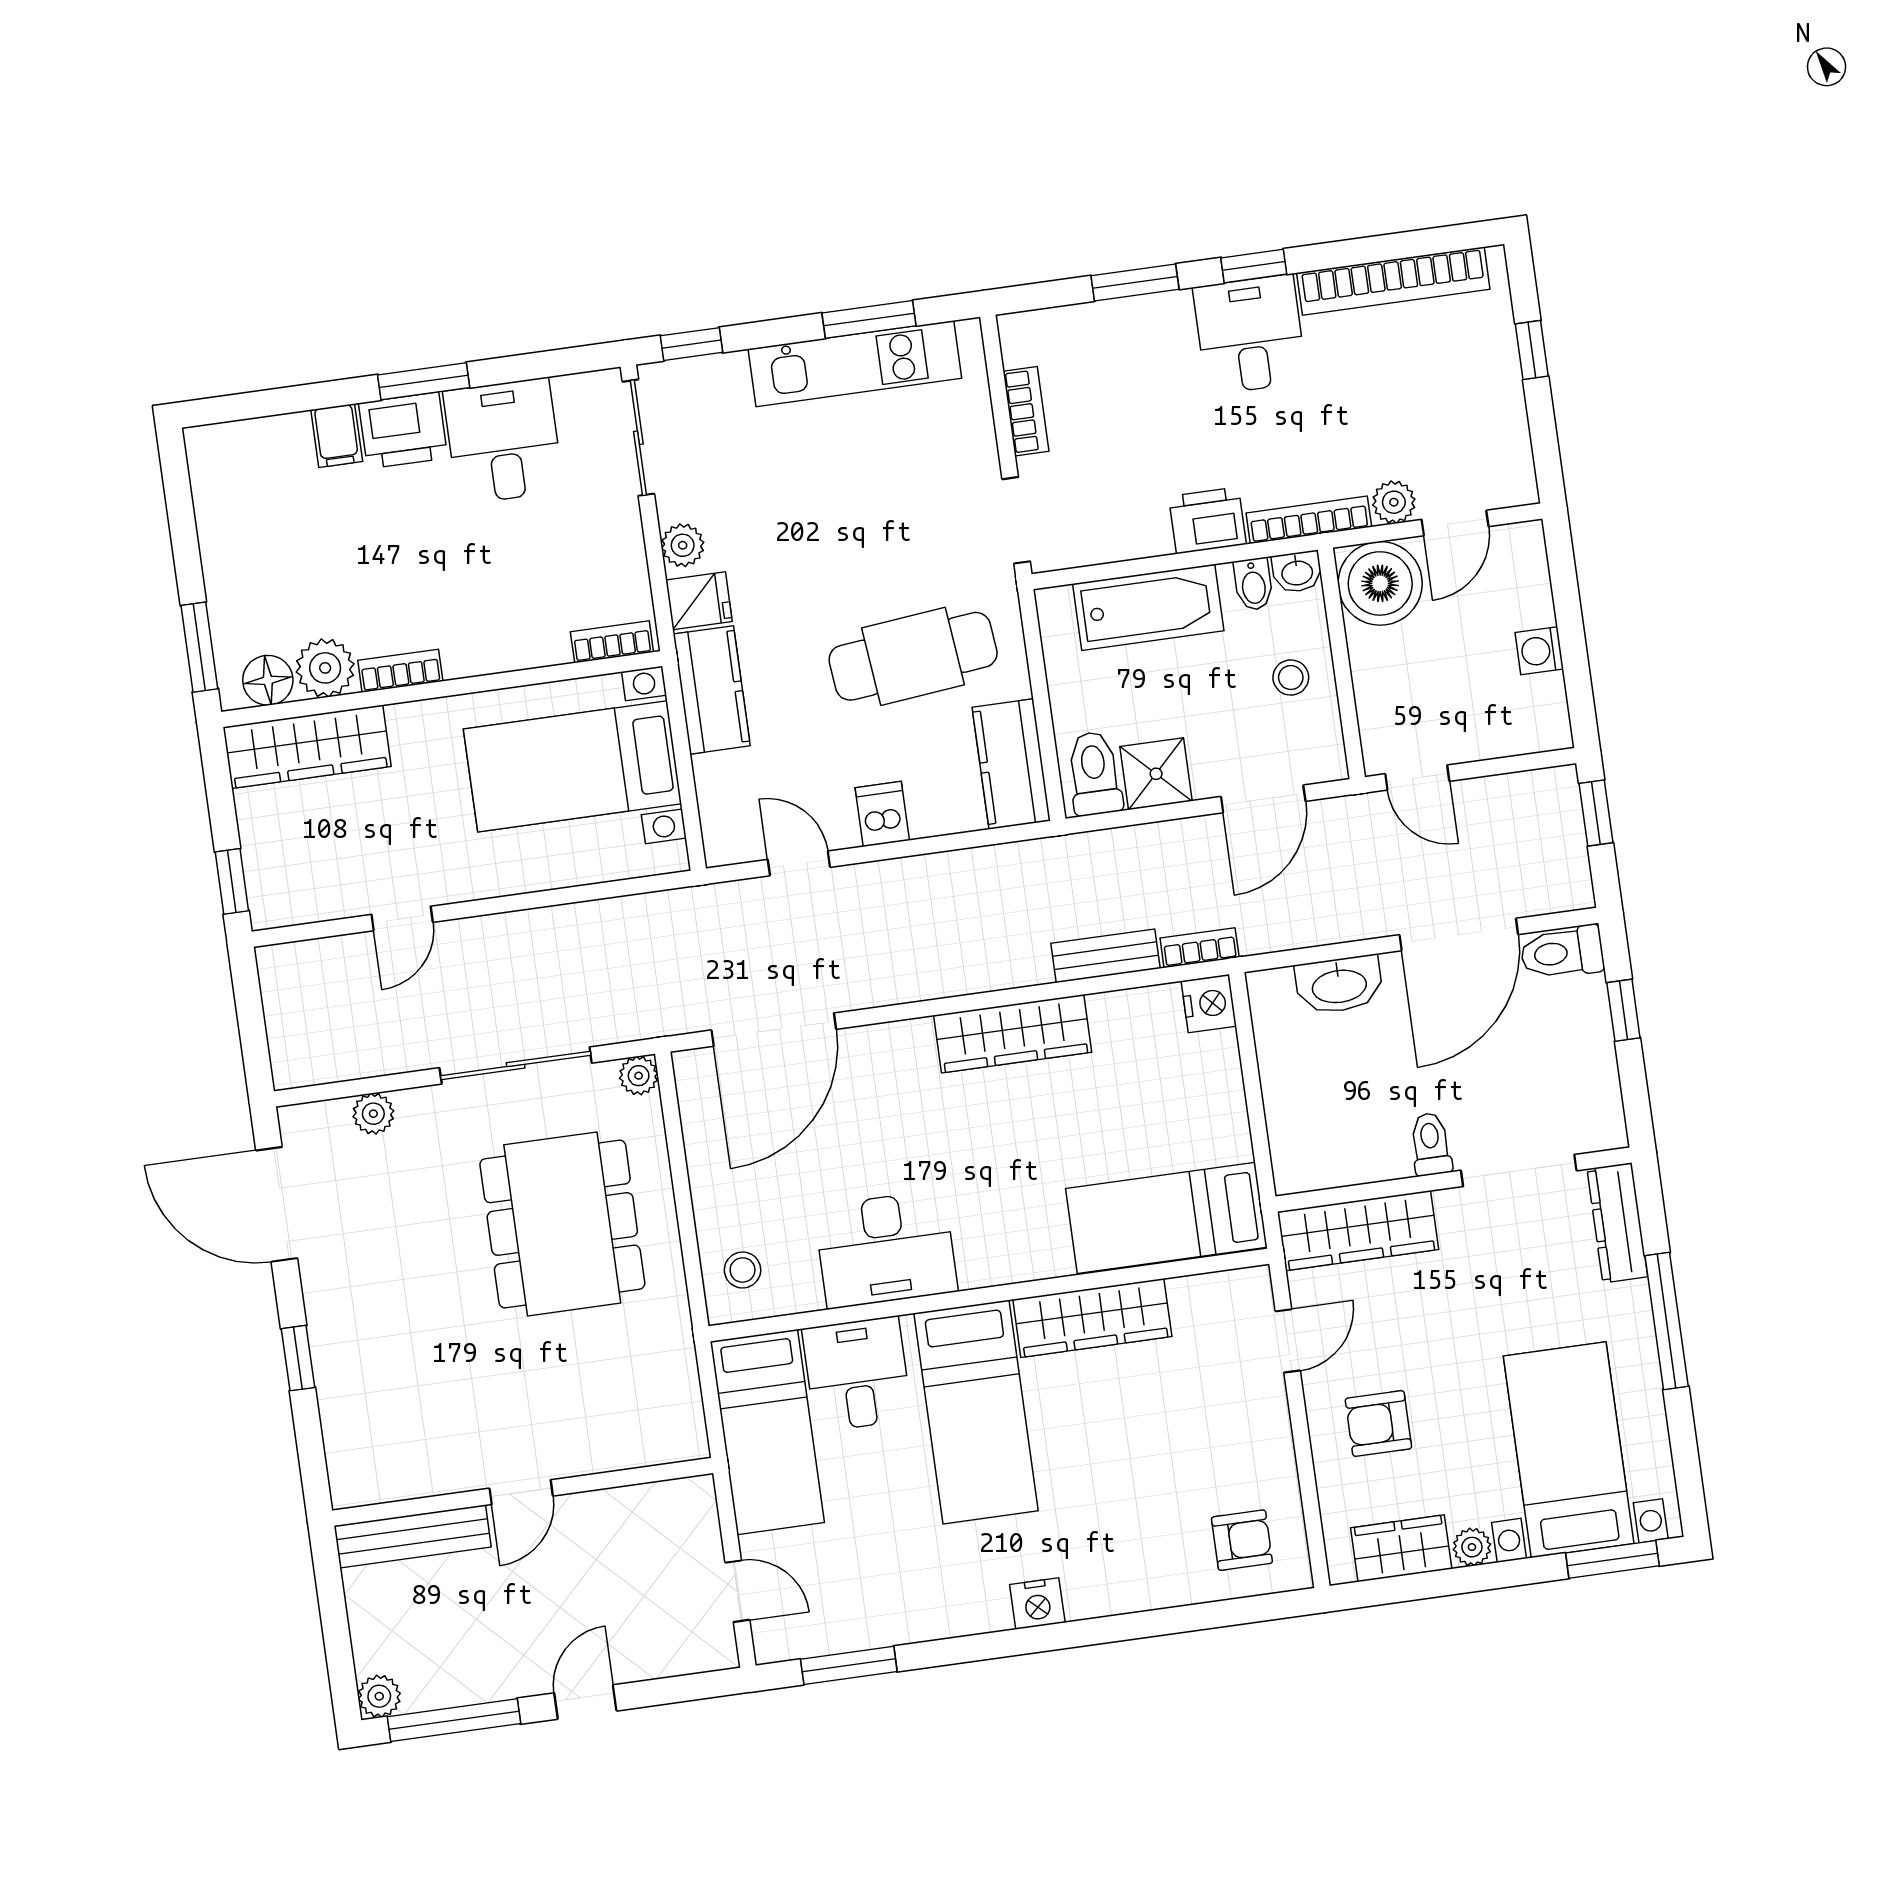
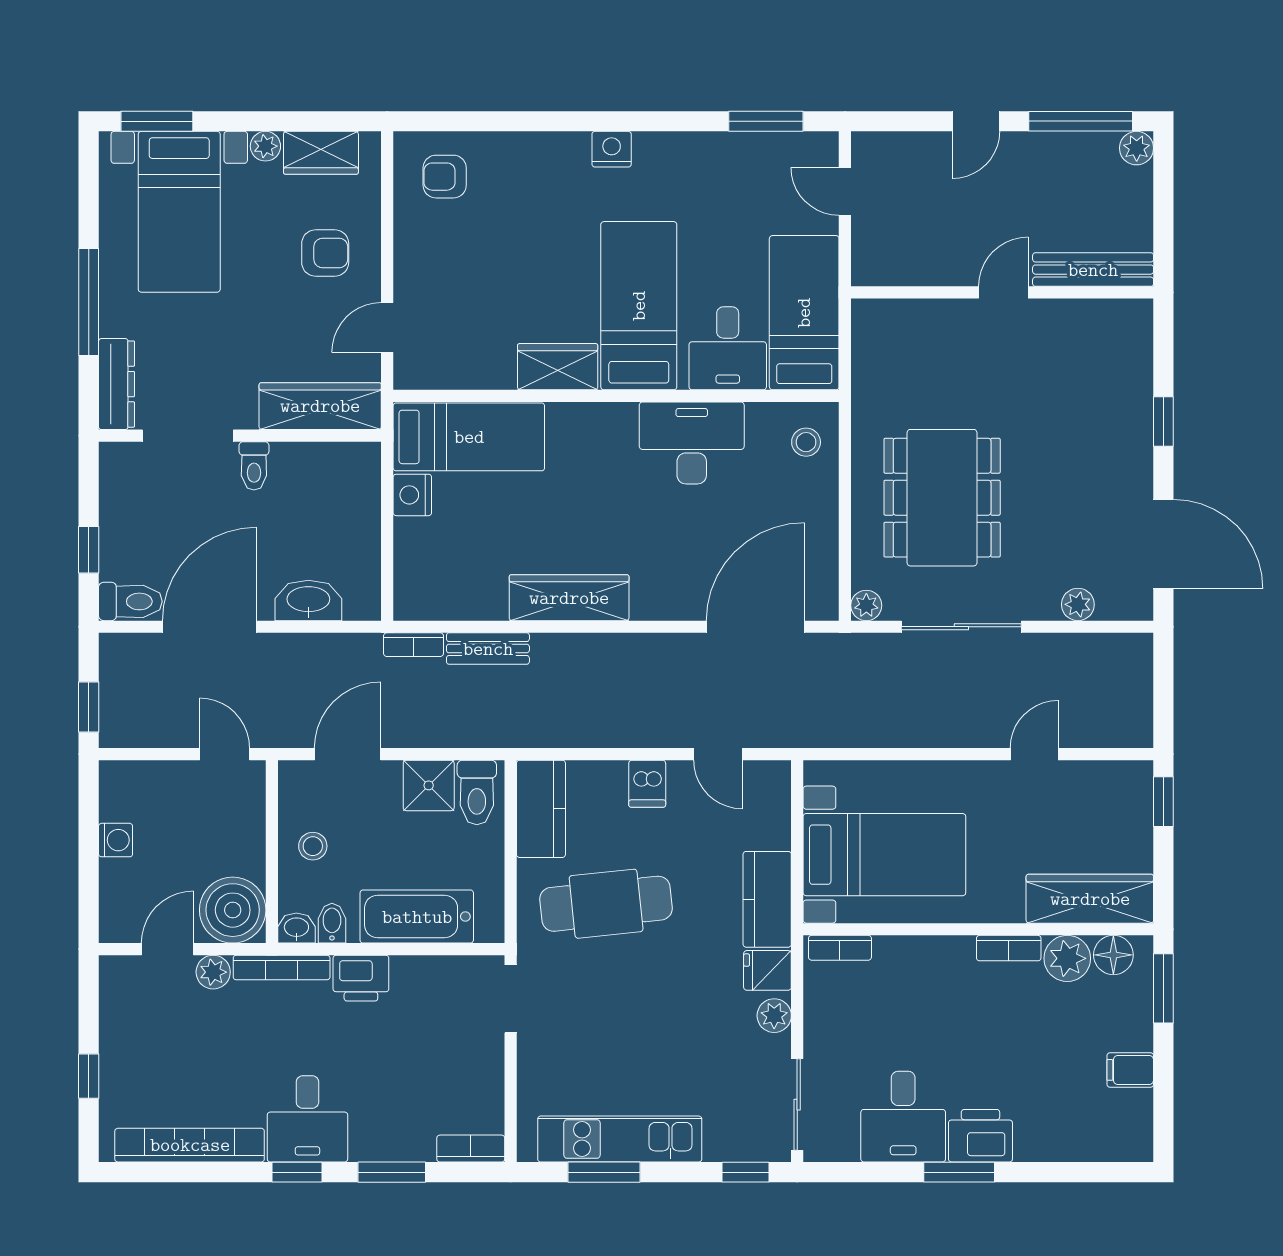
bookcase: (1026, 411) -> (471, 1149), moved, turned 90
filing cabinet: (337, 436) -> (1130, 1070), moved, turned -90
nightstand: (1209, 1004) -> (412, 495), moved
wardrobe: (1092, 1318) -> (558, 367), width x0.67

